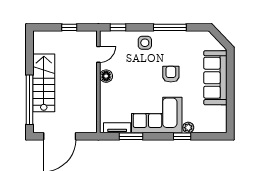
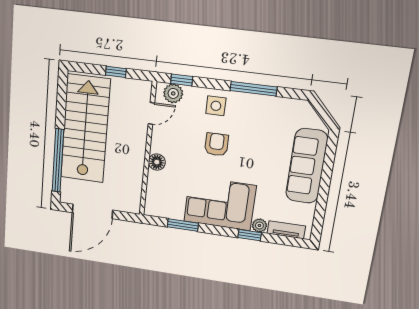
plant: (113, 38) -> (173, 93), added
armchair: (171, 74) -> (217, 144), moved
floor lamp: (106, 76) -> (157, 162), moved
stairs: (44, 83) -> (85, 129), width x1.36, depth x1.51
tv unit: (117, 128) -> (286, 230), moved

